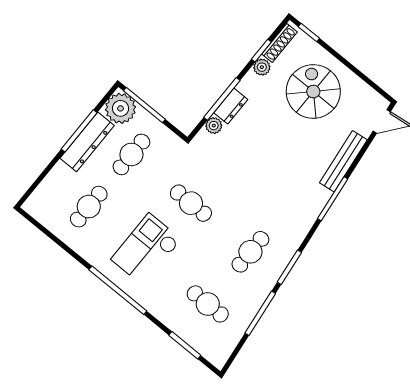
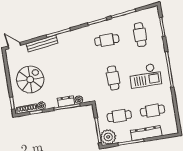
spiral stairs: (313, 92) -> (30, 79), turned 180
dresser: (87, 142) -> (146, 133), moved

